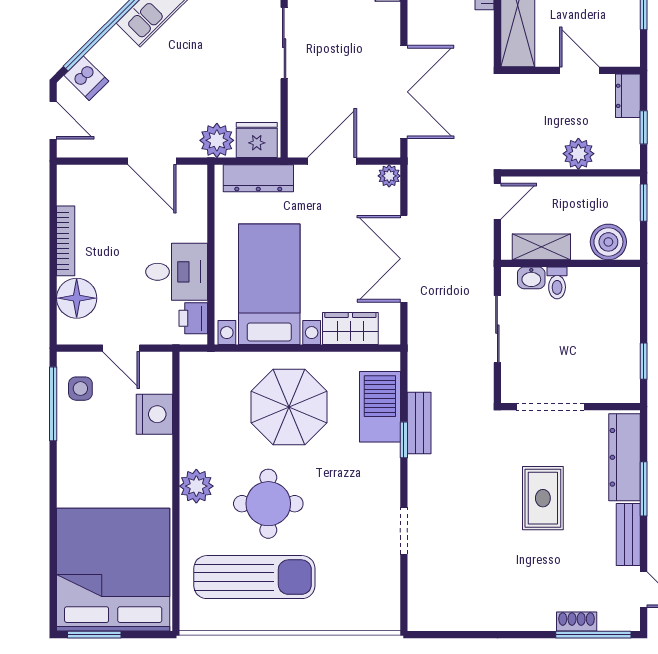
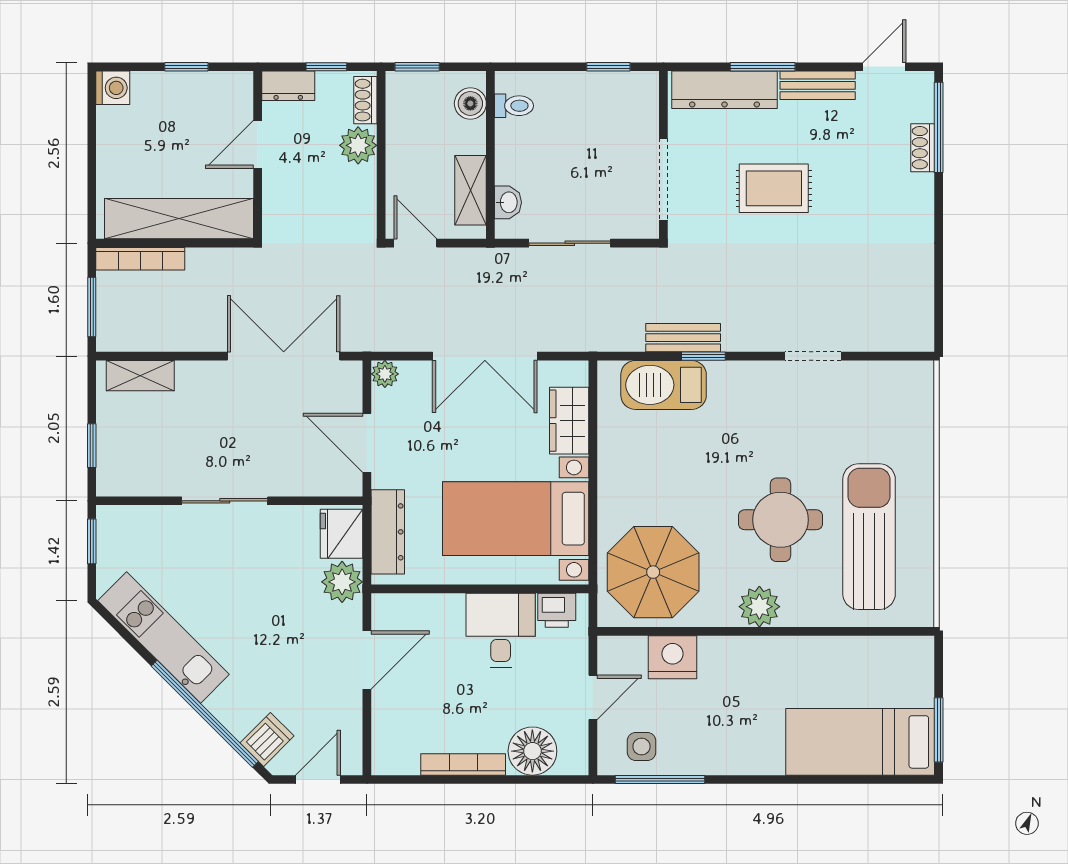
shoe rack: (616, 160) -> (365, 100), added
boiler: (608, 242) -> (470, 103), width x0.73, depth x0.73
toilet: (557, 283) -> (514, 106), moved
parasol: (289, 407) -> (653, 572), moved
bed: (113, 570) -> (860, 742), width x0.49

